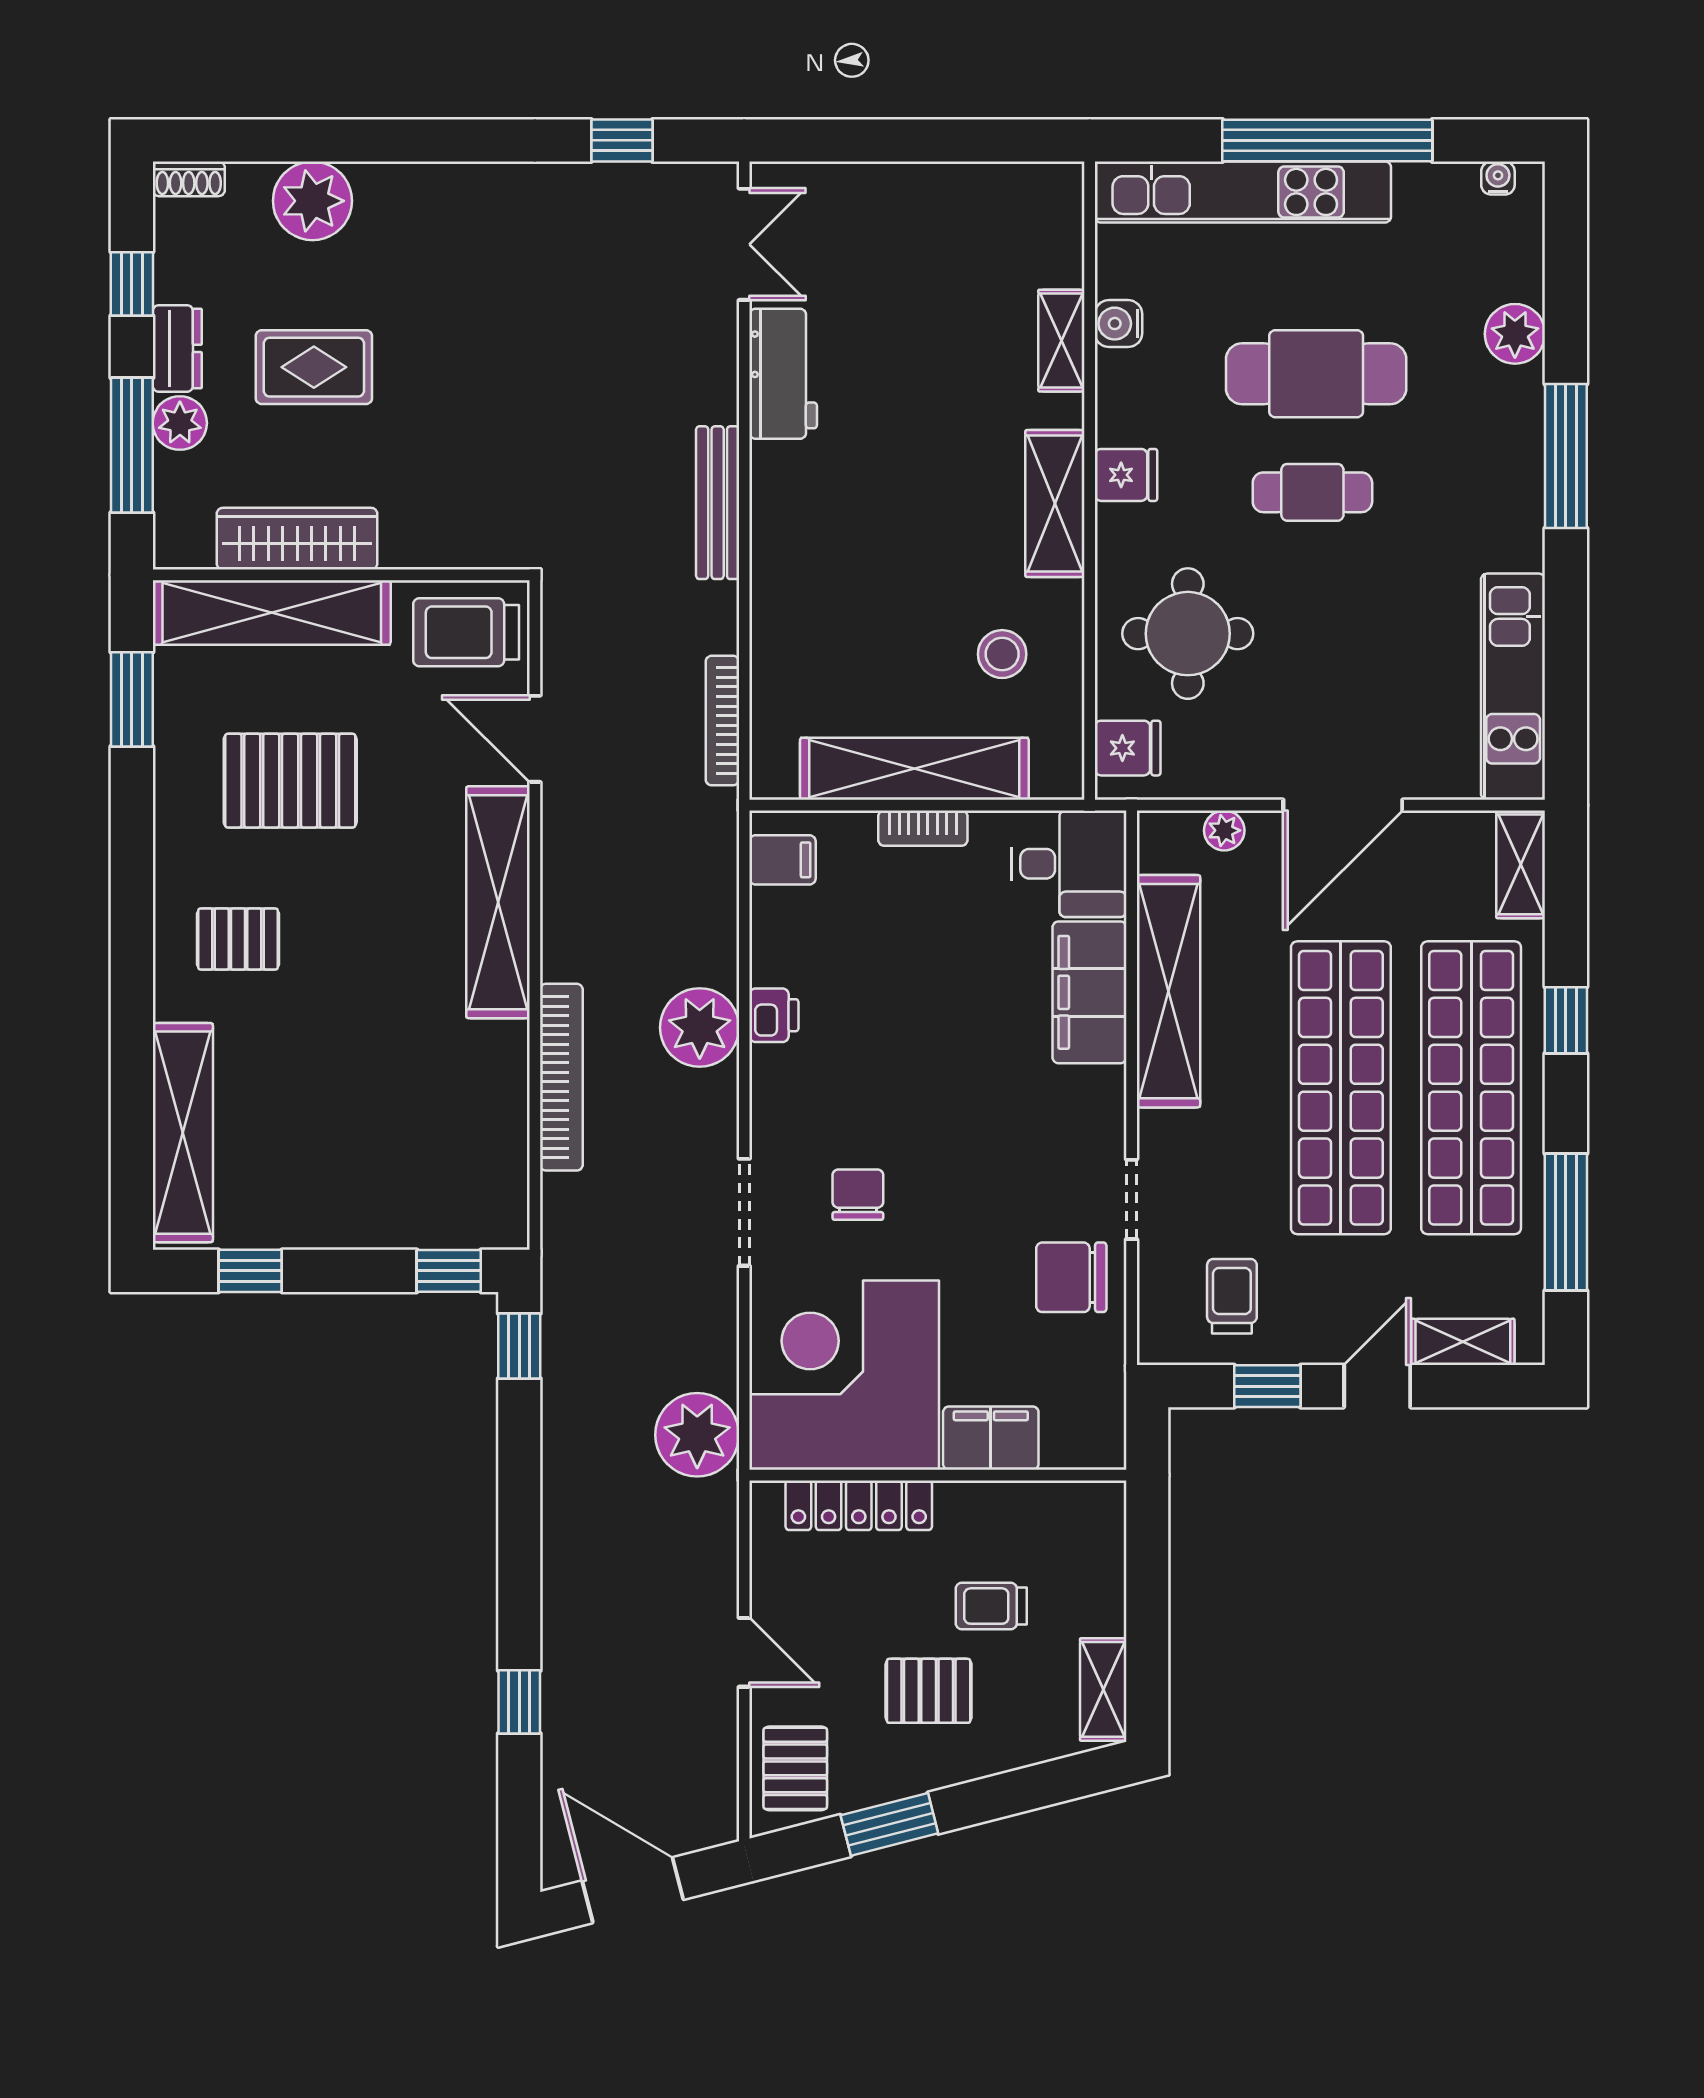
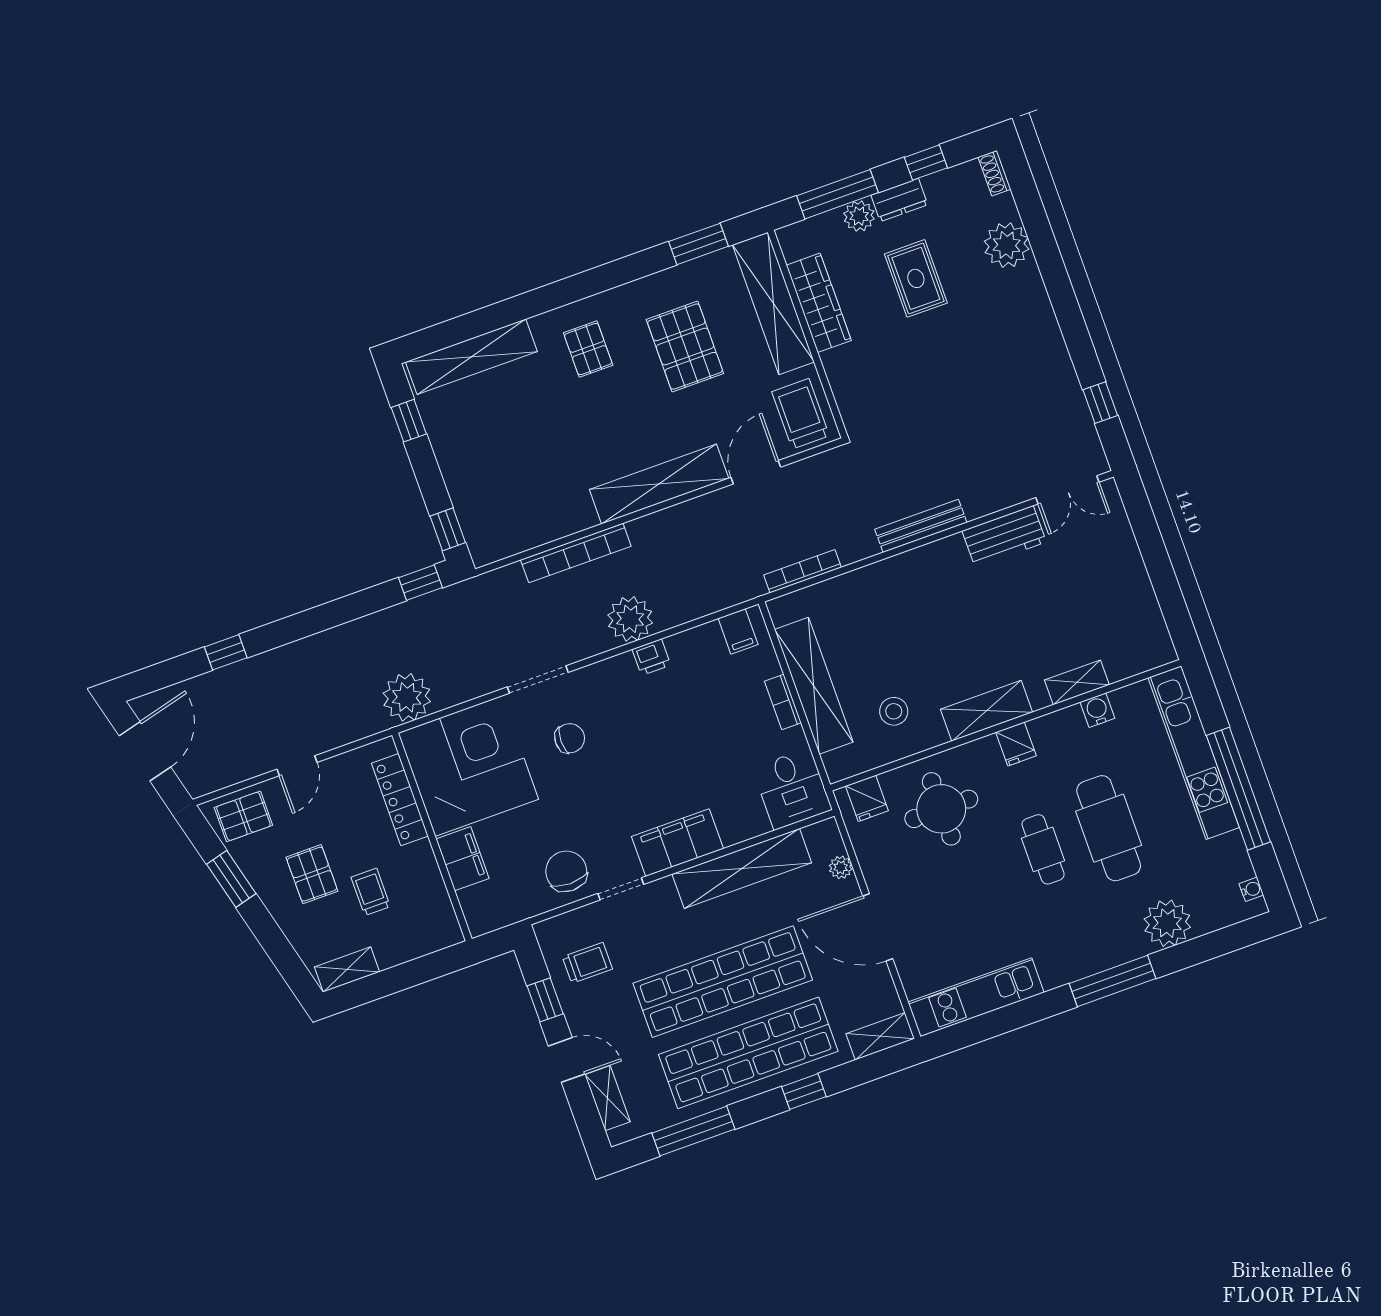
plant: (1515, 334) -> (1167, 923), width x1.36, depth x1.36
filing cabinet: (1089, 992) -> (678, 843), moved

